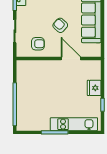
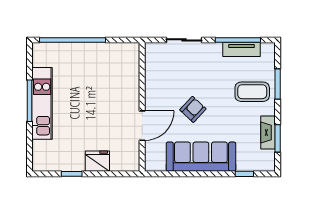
armchair: (38, 44) -> (165, 75), removed
kitchen unit: (74, 124) -> (42, 103), moved

